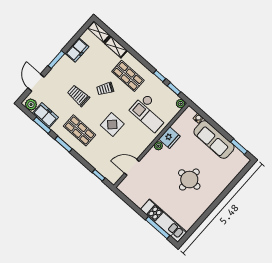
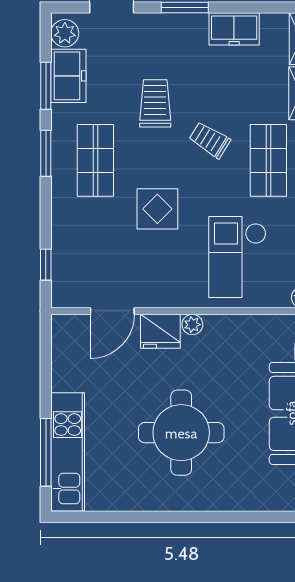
fridge: (169, 138) -> (160, 331), moved
door: (132, 167) -> (112, 311), swing flipped
round table: (189, 180) -> (181, 433), width x1.36, depth x1.36

